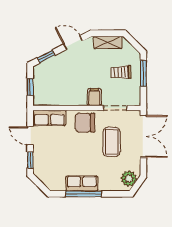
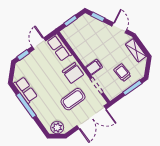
chair: (85, 123) -> (73, 73), turned 180
row of seats: (82, 183) -> (25, 90), moved

